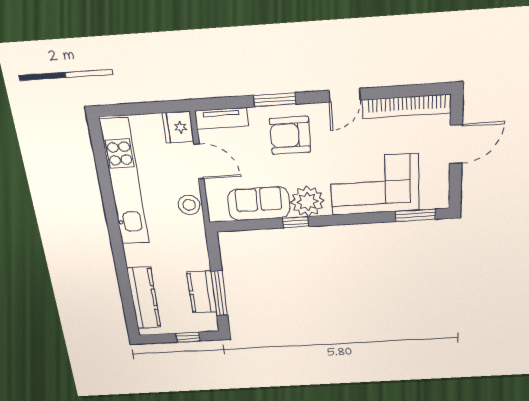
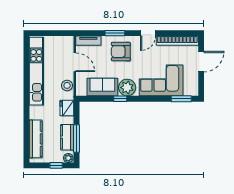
fridge: (178, 127) -> (67, 108), moved
plant: (208, 325) -> (68, 158), added

